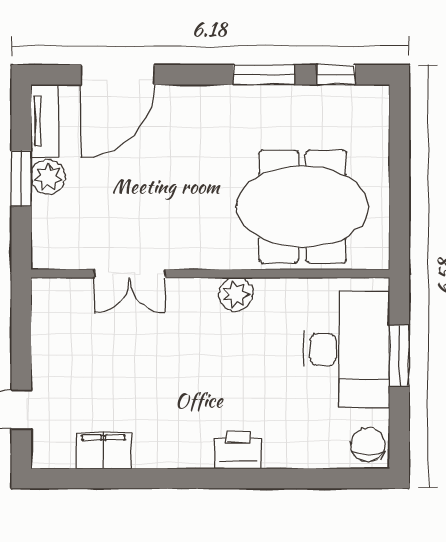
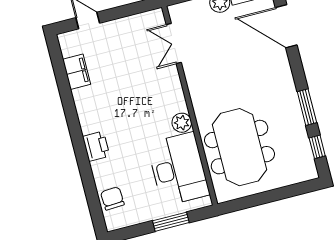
double door: (130, 273) -> (174, 44), moved
desk: (346, 349) -> (178, 169), moved, turned -90
chair: (368, 444) -> (112, 198), moved, turned -93

